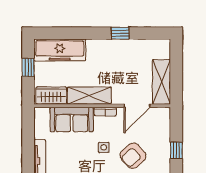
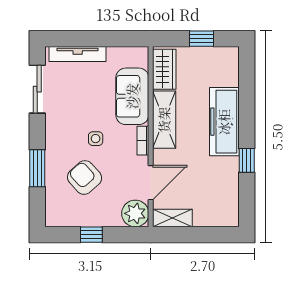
freezer: (60, 50) -> (224, 122), moved
shelving: (161, 82) -> (172, 218), width x0.67, depth x0.75
door: (137, 106) -> (151, 183), swing flipped
plant: (160, 117) -> (135, 213), added

